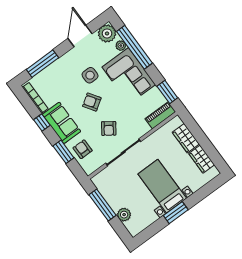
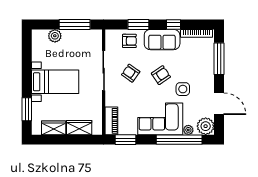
window: (176, 213) -> (27, 109), moved

